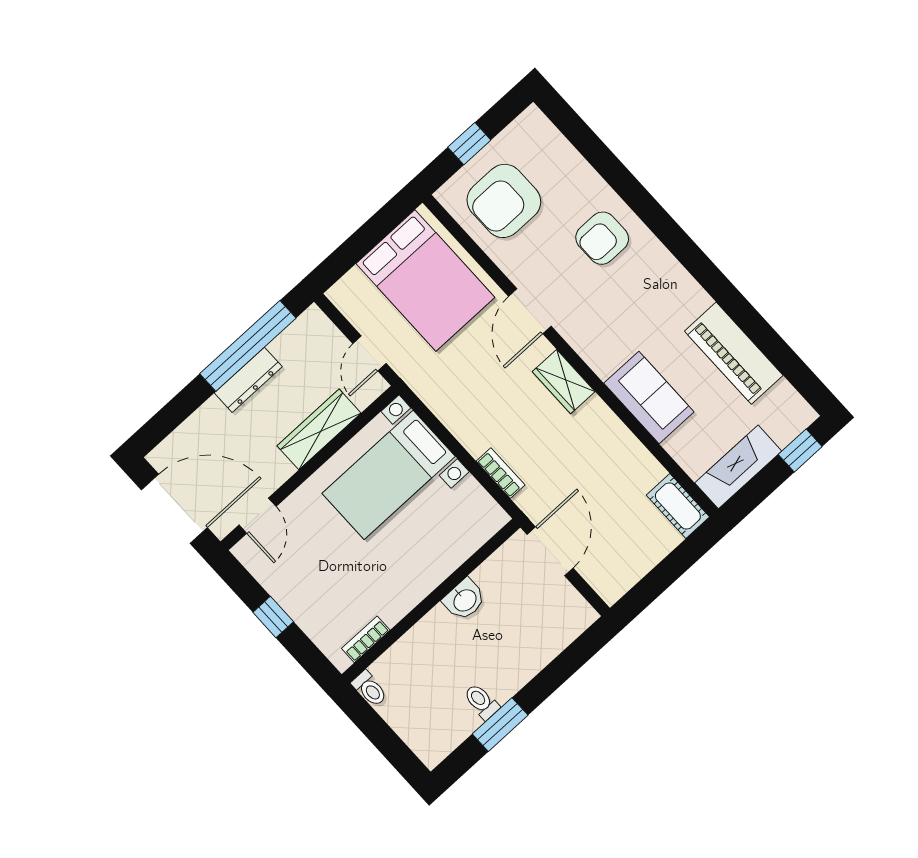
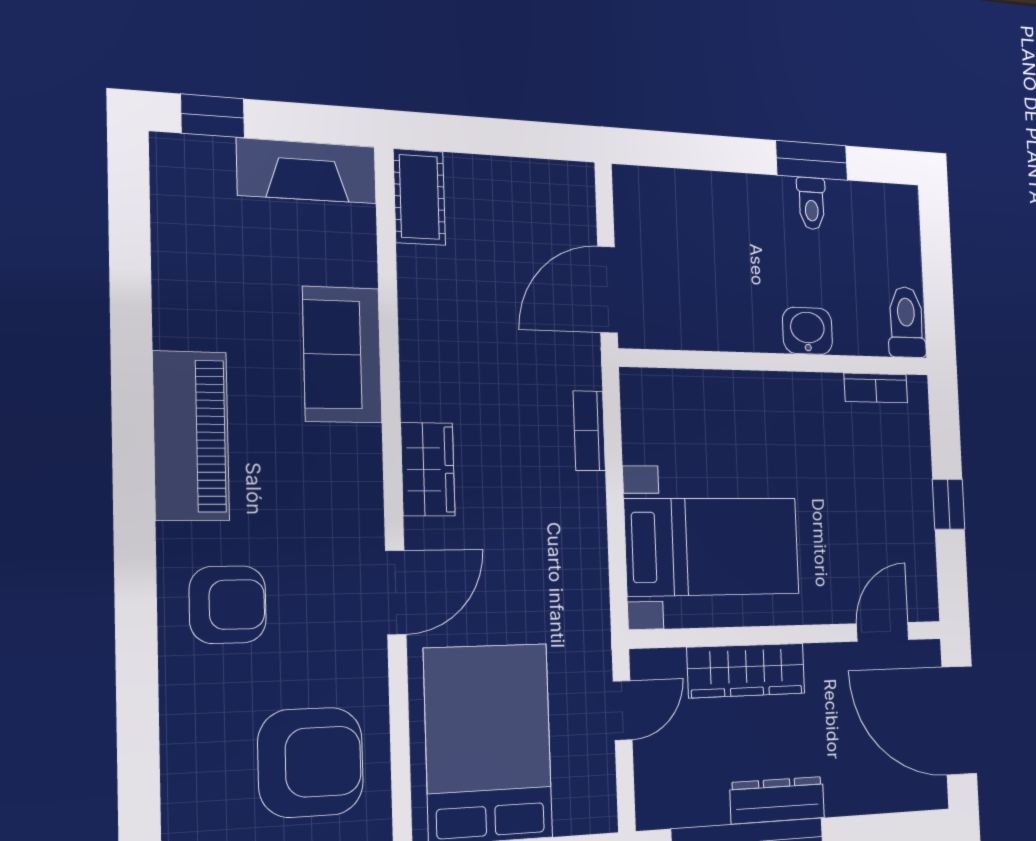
piano: (734, 353) -> (191, 436), moved
washbasin: (464, 600) -> (807, 331), moved
toilet: (370, 689) -> (906, 322), width x1.37, depth x1.39

